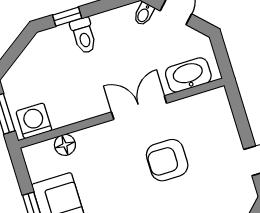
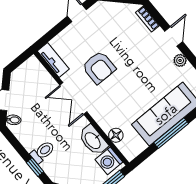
washbasin: (188, 75) -> (93, 140), moved
tv unit: (203, 102) -> (53, 60), added

